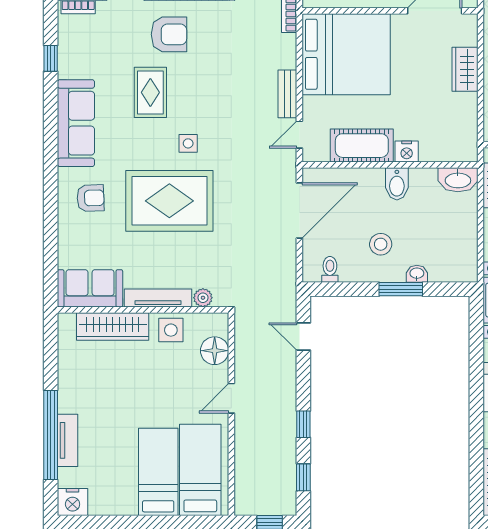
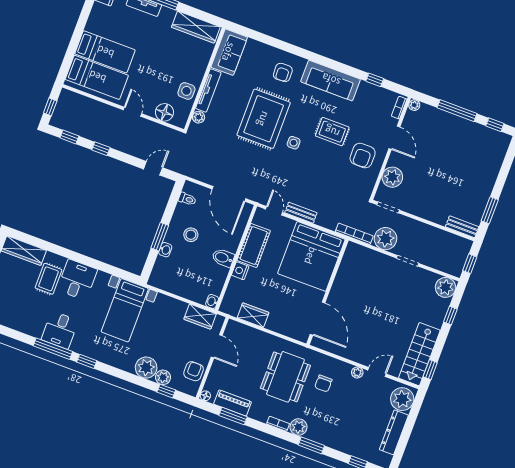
wardrobe: (465, 69) -> (253, 315), moved
washbasin: (458, 180) -> (212, 301), width x0.52, depth x0.69
wardrobe: (113, 327) -> (196, 27), moved, turned -90

